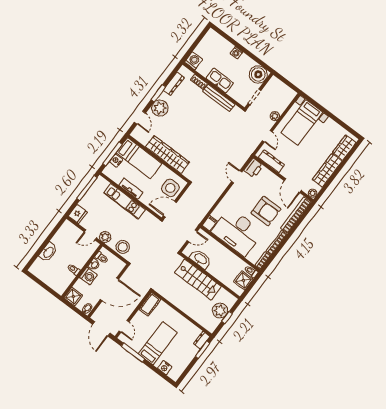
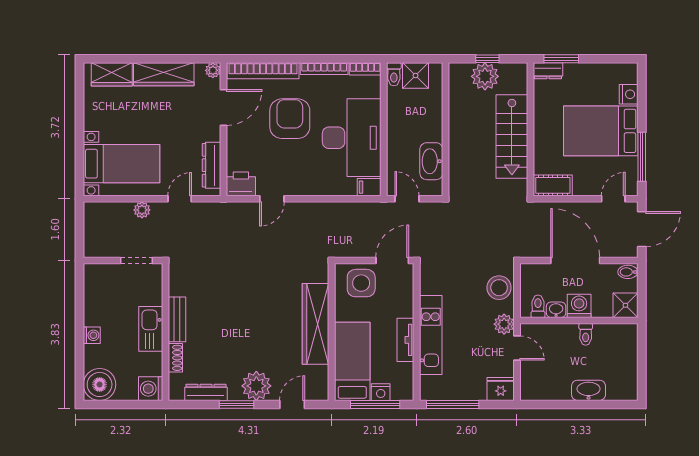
boiler: (258, 74) -> (100, 384), moved
bench: (219, 98) -> (177, 319), width x0.73
door: (170, 209) -> (392, 261), swing flipped
stairs: (198, 280) -> (512, 136), moved, turned 180
bed: (158, 343) -> (601, 131), width x1.50

